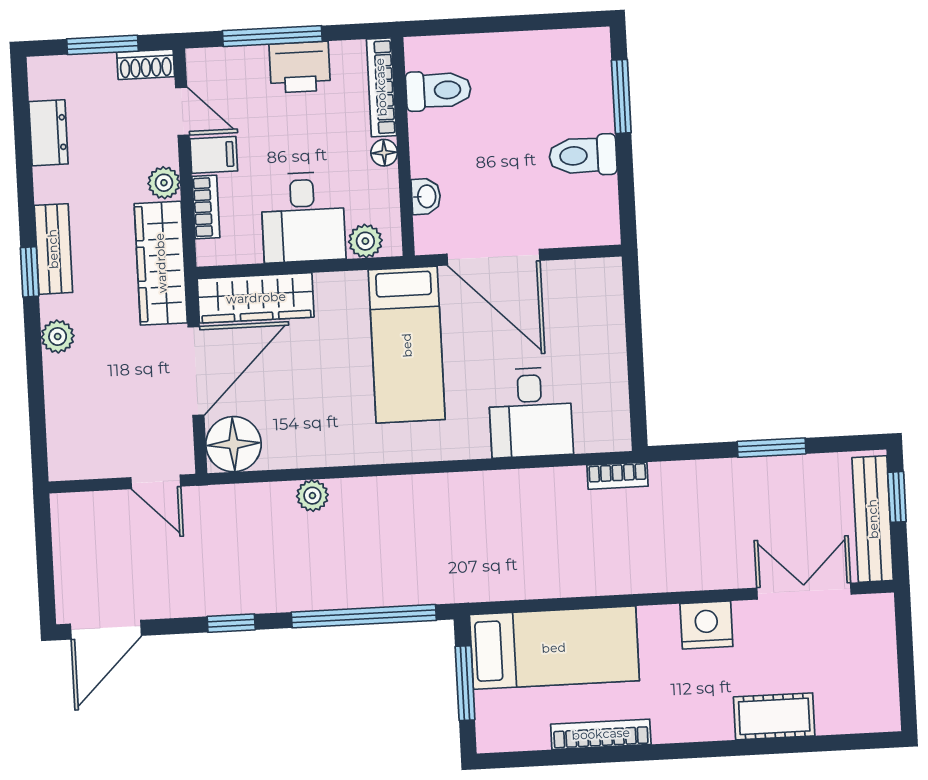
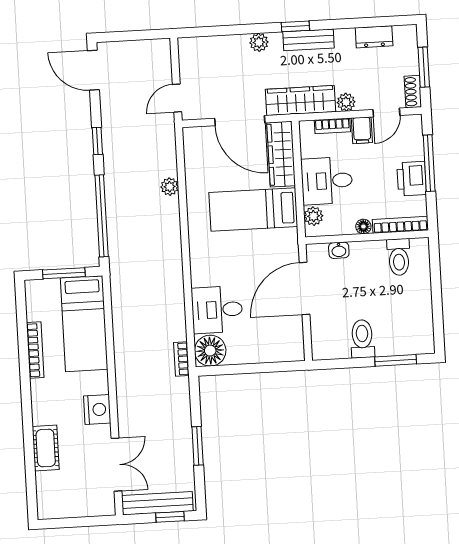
bed: (407, 345) -> (253, 210), moved
floor lamp: (233, 444) -> (210, 351), moved

